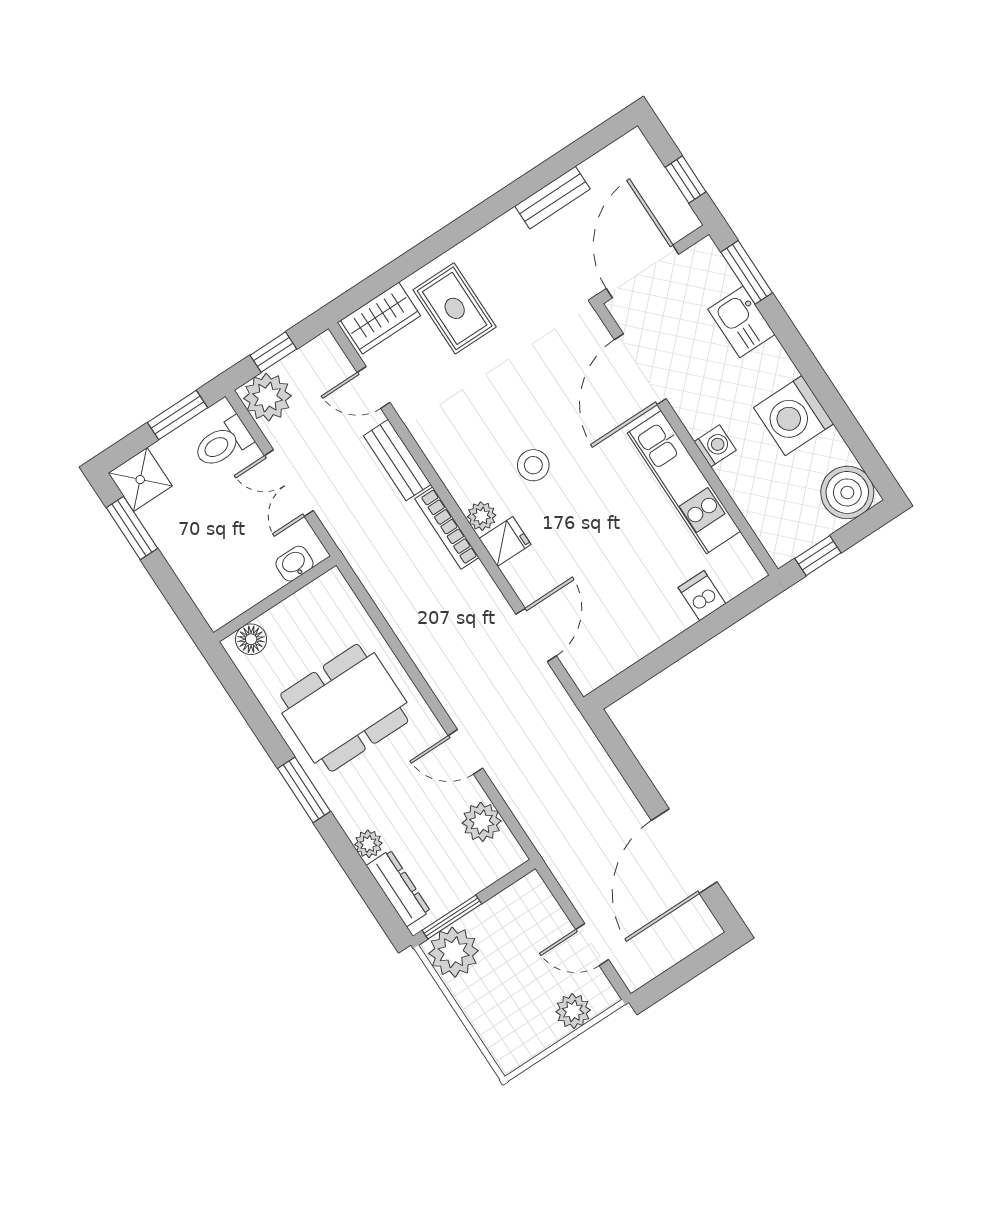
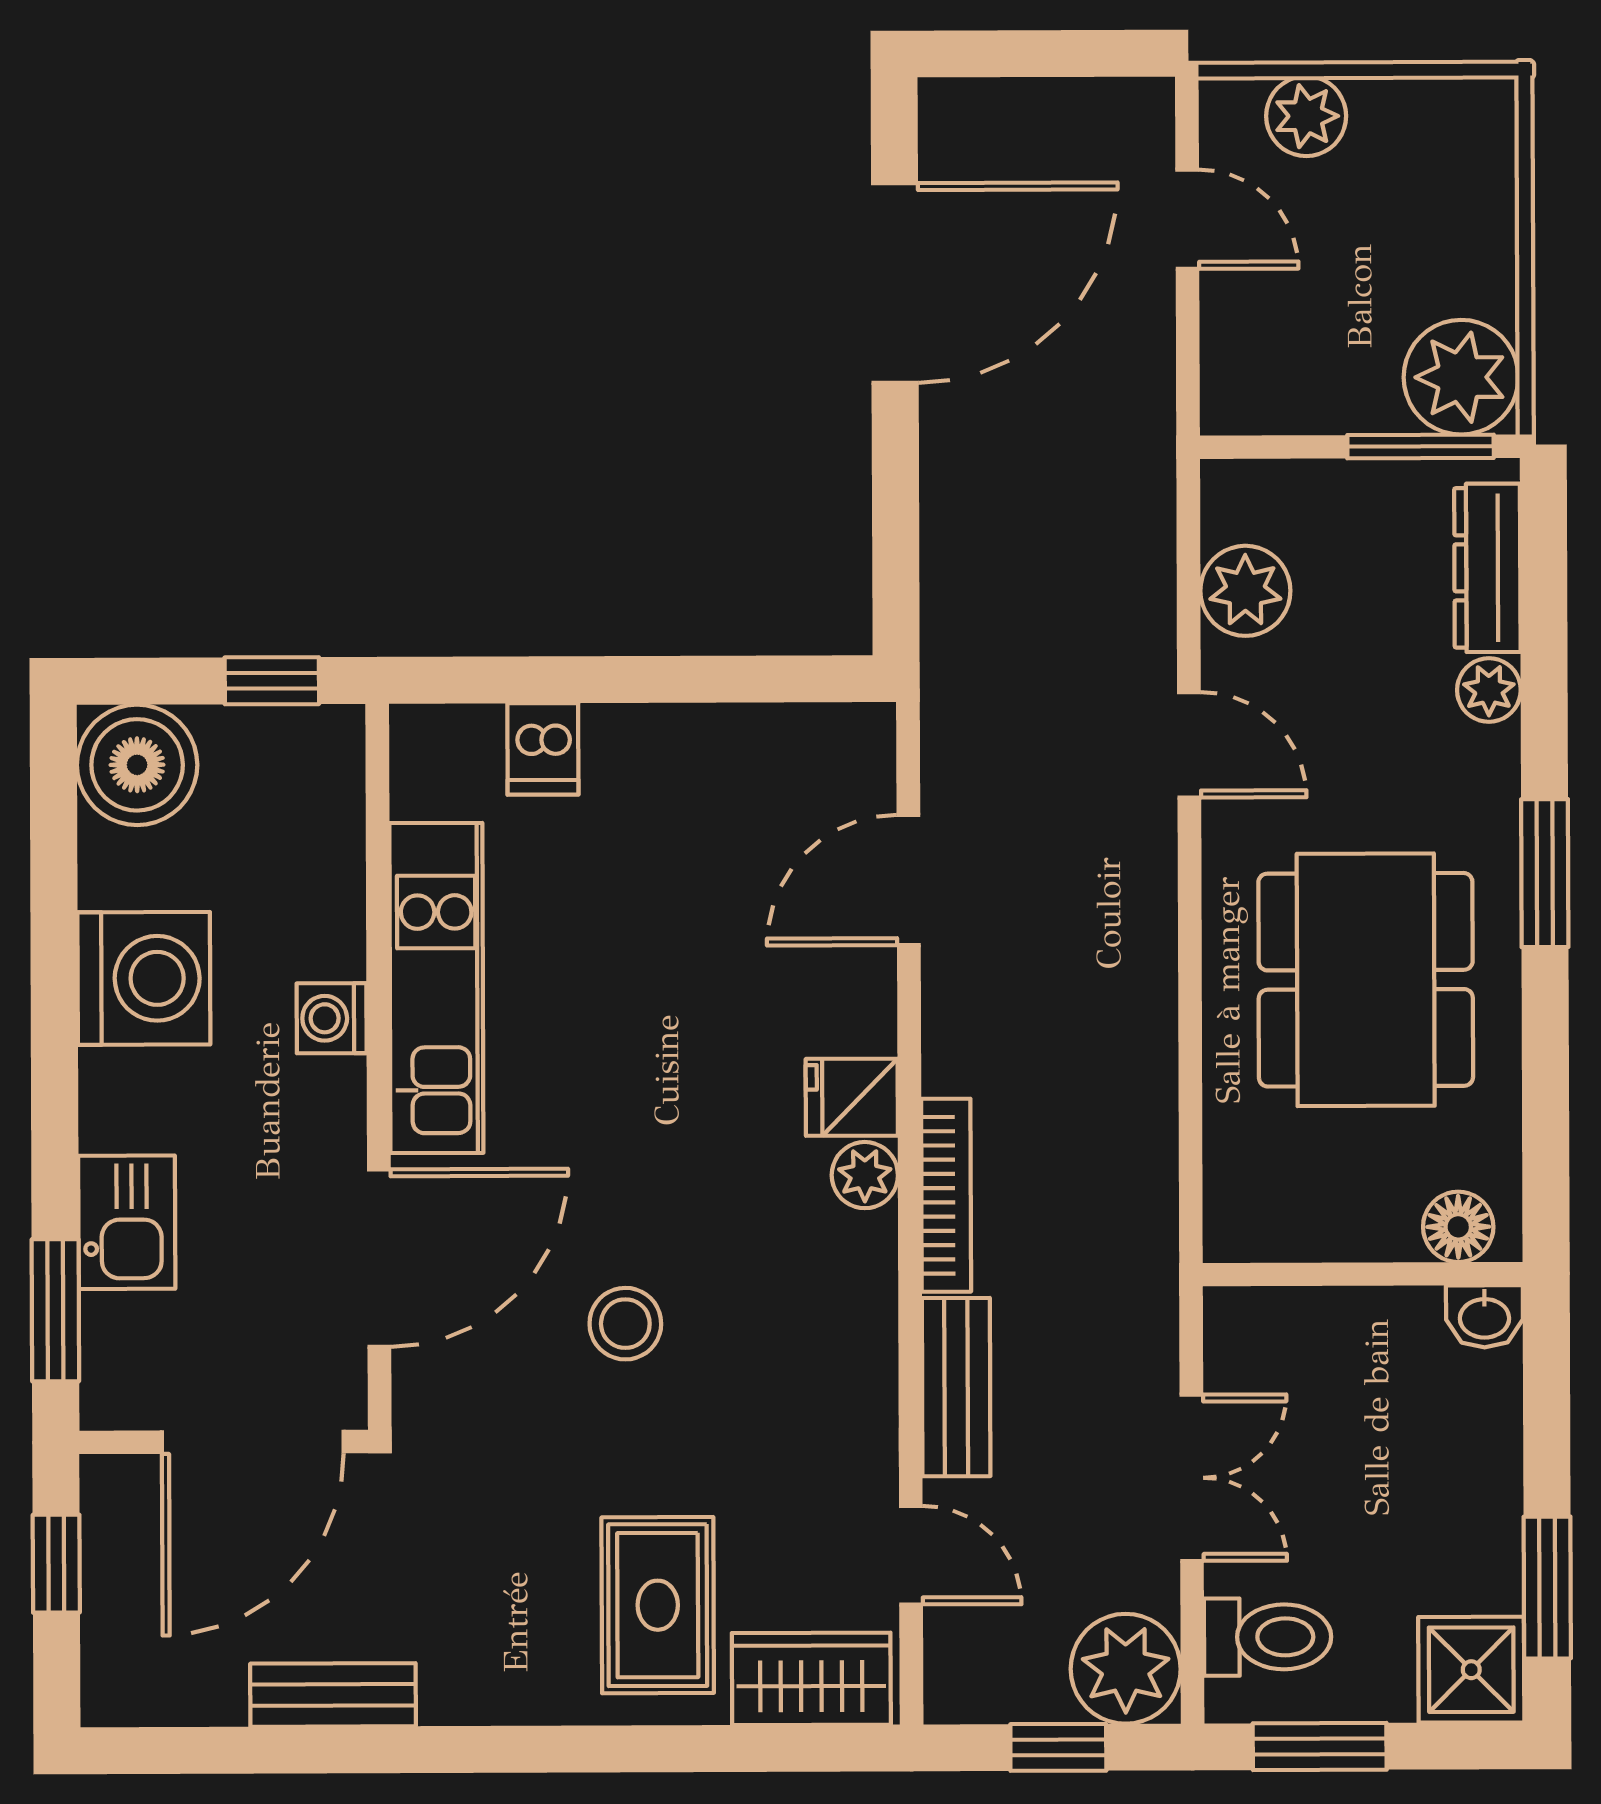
stool: (533, 465) -> (625, 1324), moved
washbasin: (294, 564) -> (1484, 1316), moved
dining table: (344, 708) -> (1366, 980), turned 90

